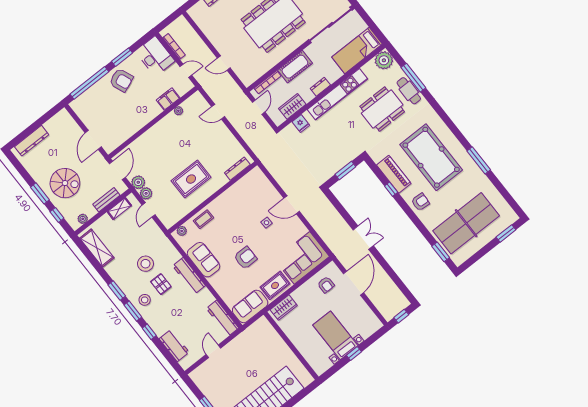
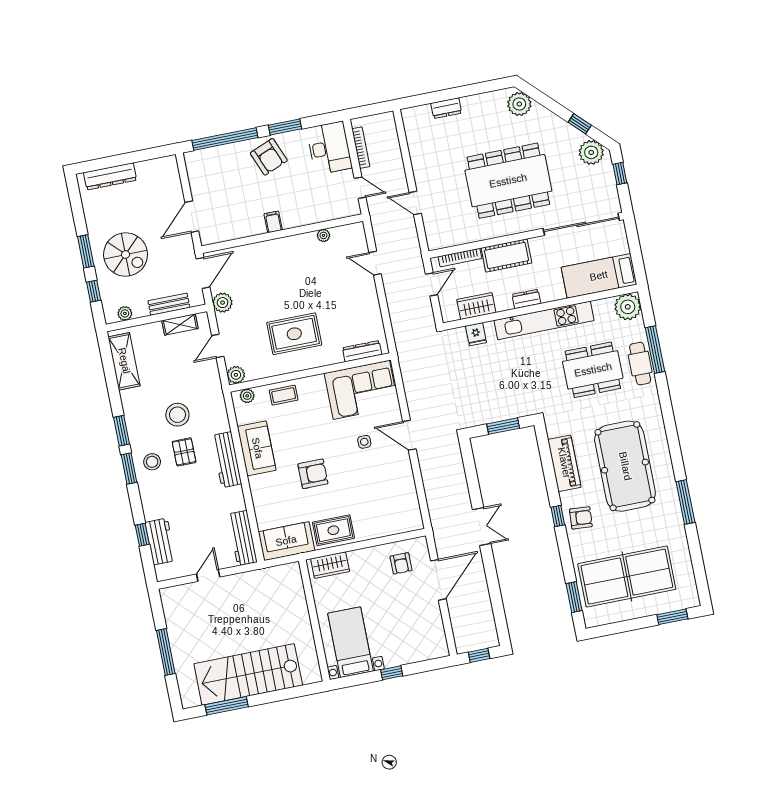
filing cabinet: (168, 99) -> (273, 222), moved, width x0.50
window: (391, 189) -> (558, 516), moved
plant: (146, 193) -> (236, 375), moved
corner sofa: (302, 258) -> (361, 390), moved, turned 180
window: (149, 332) -> (142, 535), moved
bed with nightstands: (335, 335) -> (350, 642), moved

